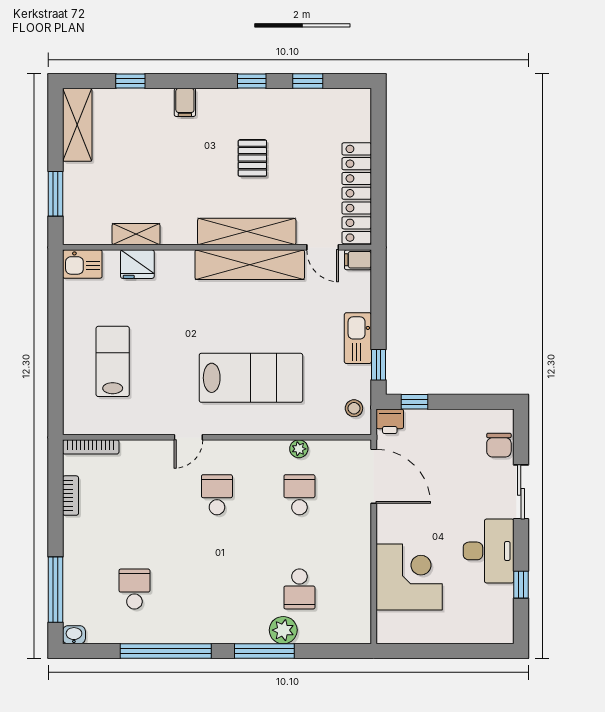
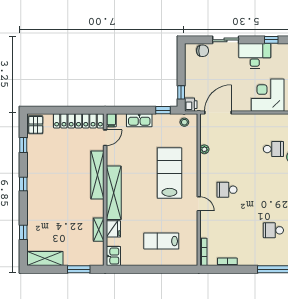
window: (252, 81) -> (23, 184), moved
filing cabinet: (185, 102) -> (34, 205), removed
pallet: (252, 158) -> (36, 125), moved, turned 90
shelving: (250, 265) -> (114, 193), moved
kitchen sink: (358, 338) -> (139, 120), moved
school desk: (299, 495) -> (227, 149), removed

